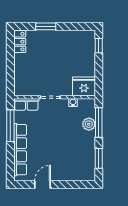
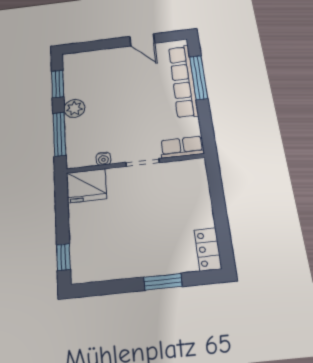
plant: (89, 124) -> (74, 108), moved
window: (10, 126) -> (199, 77), moved
door: (43, 185) -> (142, 40), hinge flipped

